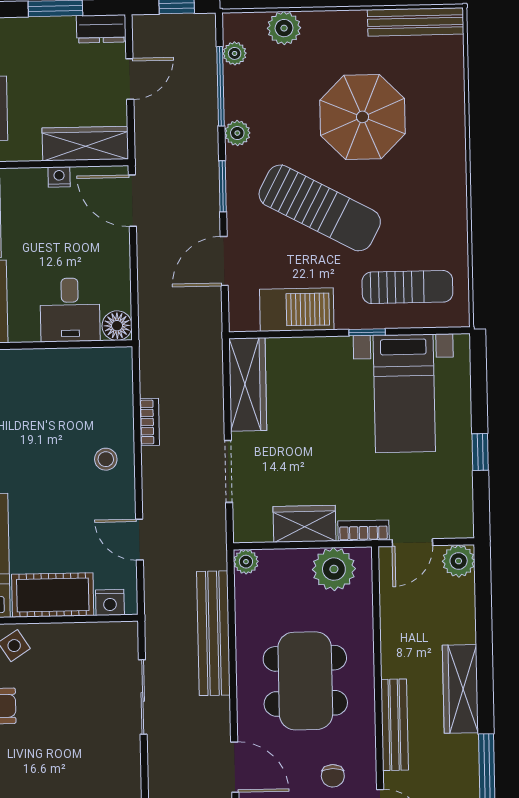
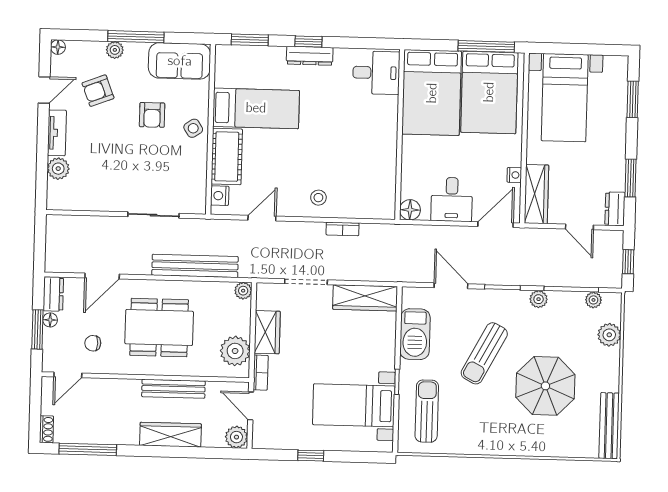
sun lounger: (320, 208) -> (484, 353), width x0.73, depth x0.75
sun lounger: (407, 287) -> (427, 411), turned 180
desk: (70, 310) -> (452, 199), moved, turned -90
wardrobe: (460, 689) -> (170, 435), moved
bench: (395, 725) -> (173, 389), moved

